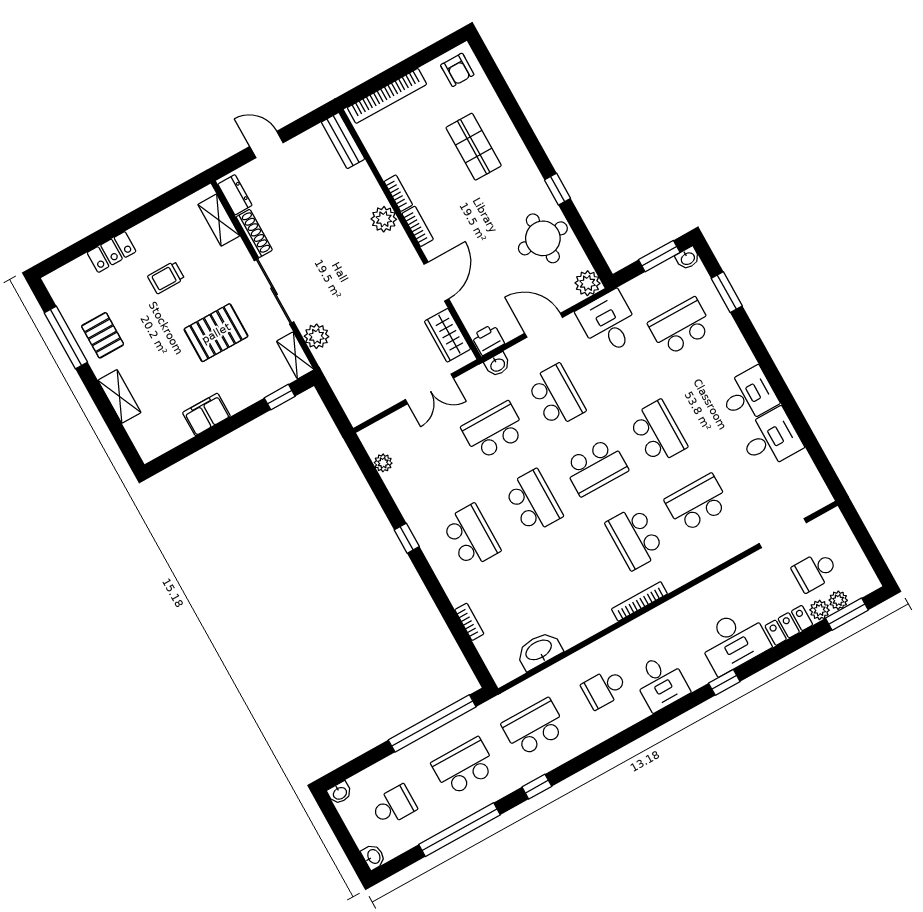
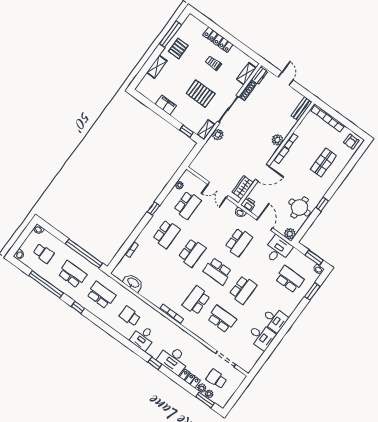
locker: (112, 252) -> (218, 40), width x1.53
school desk: (494, 431) -> (187, 205), moved, turned 90

